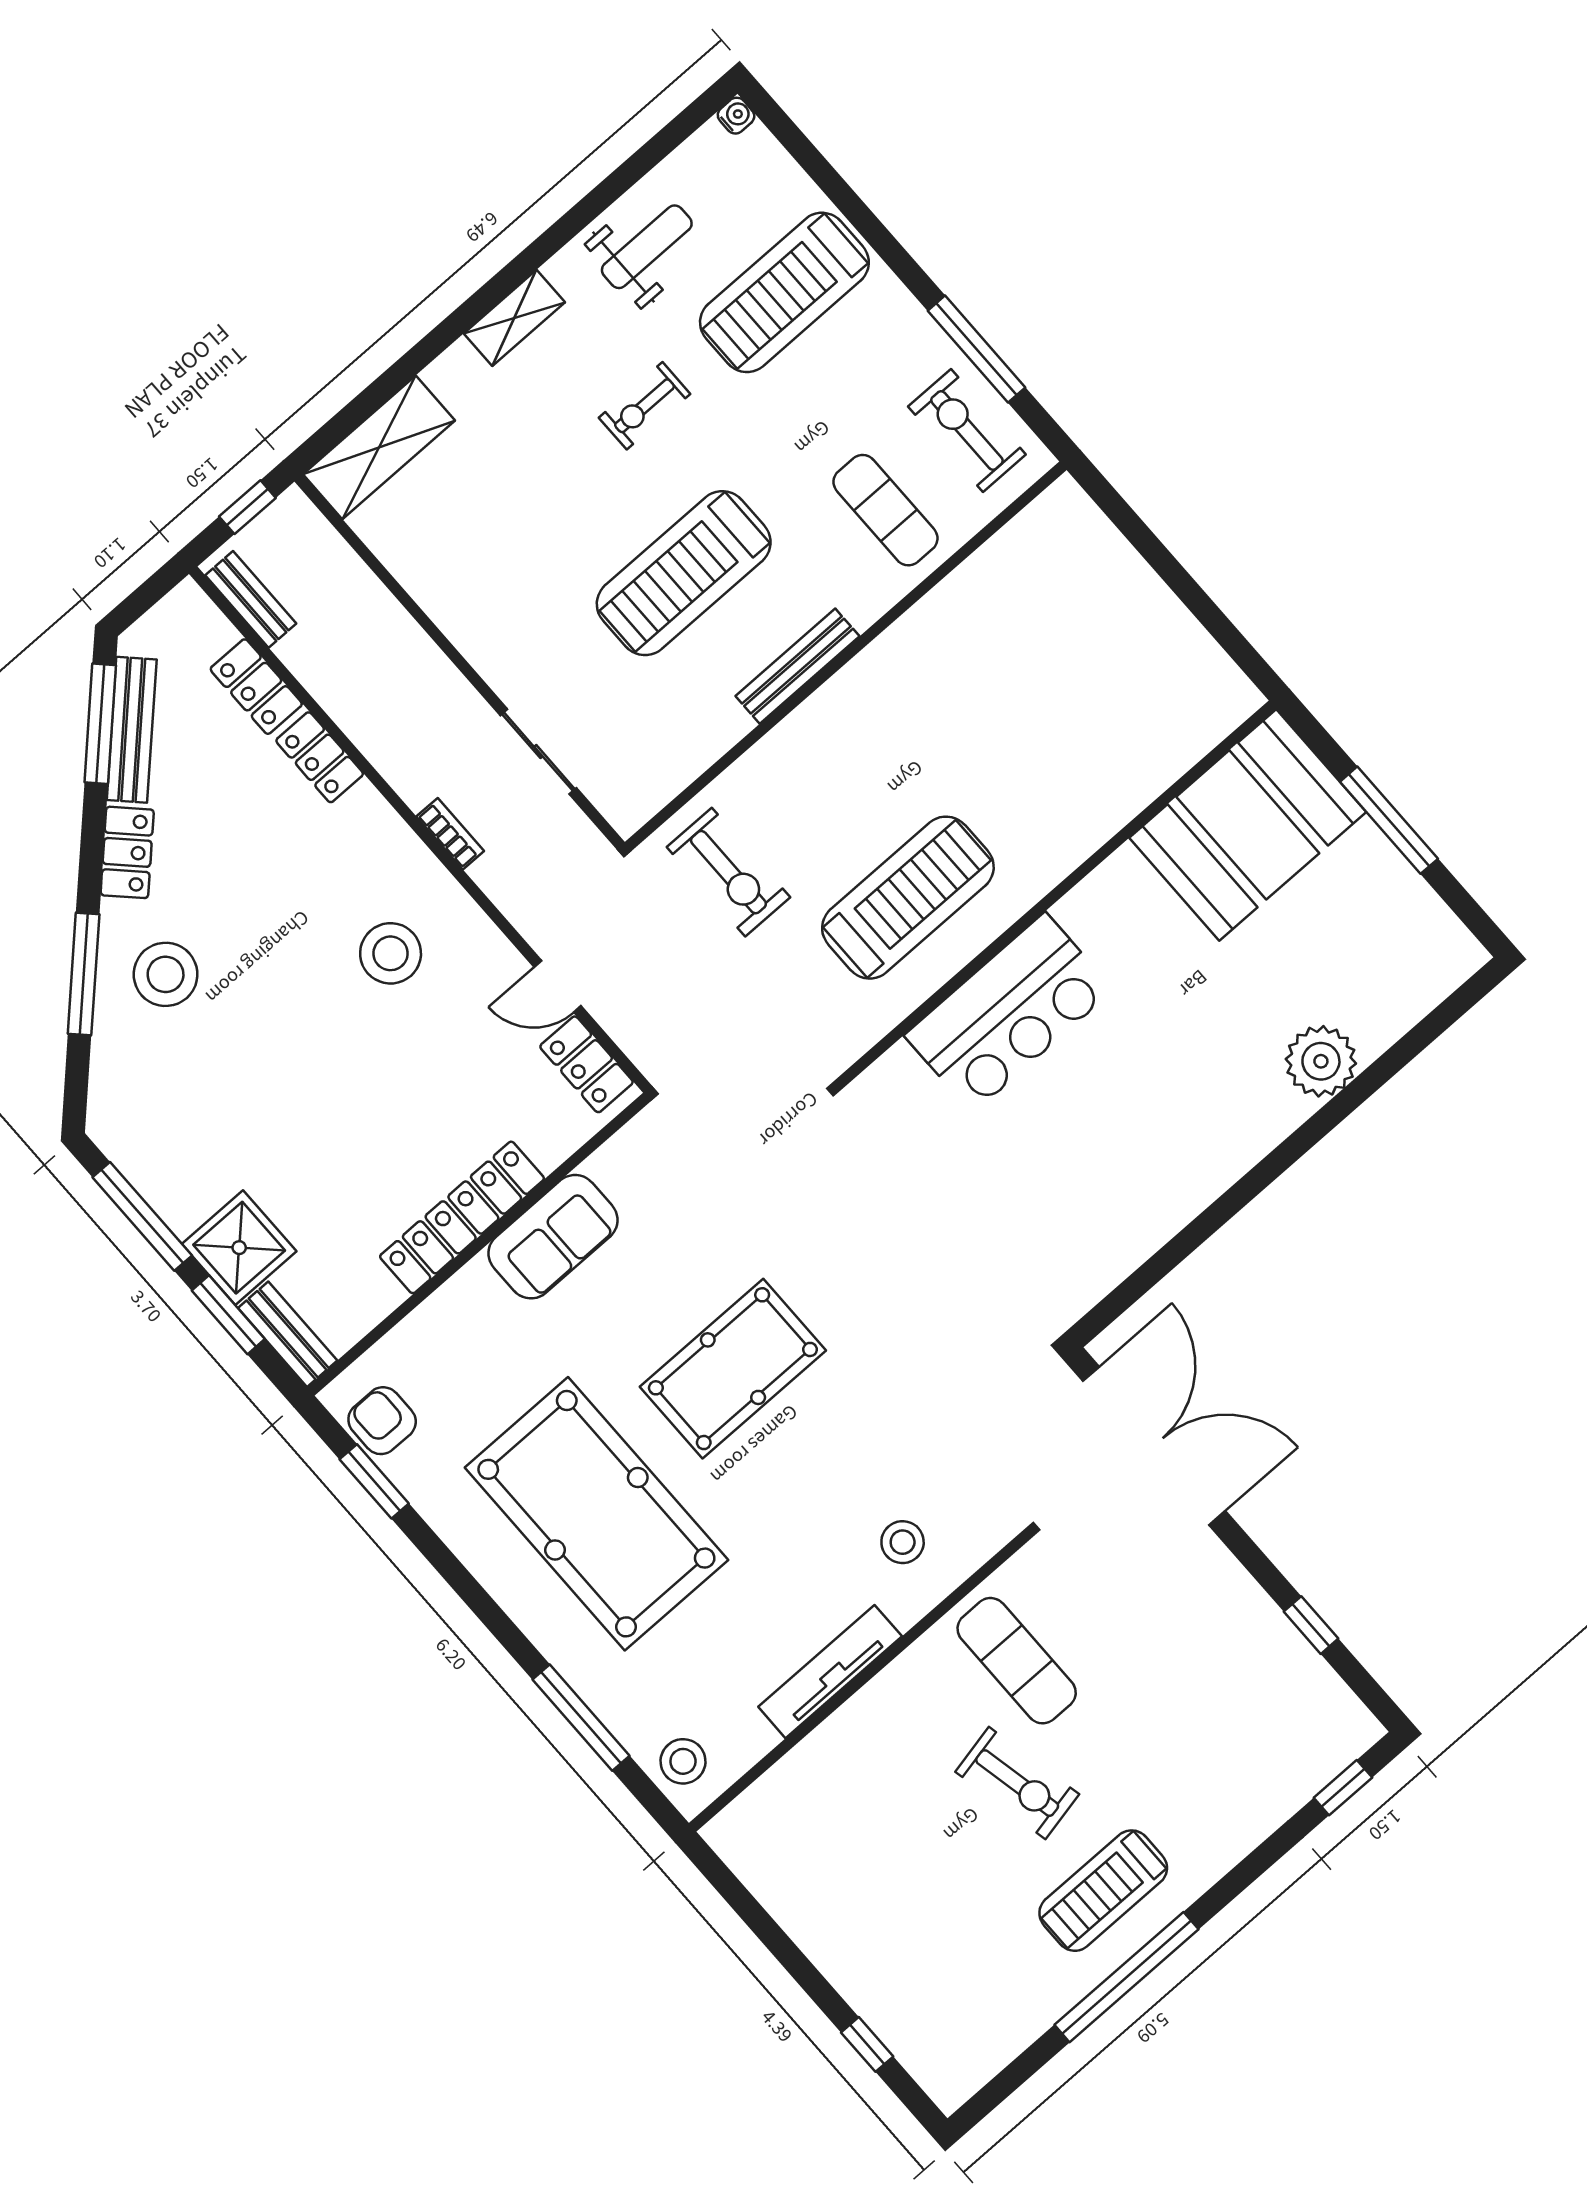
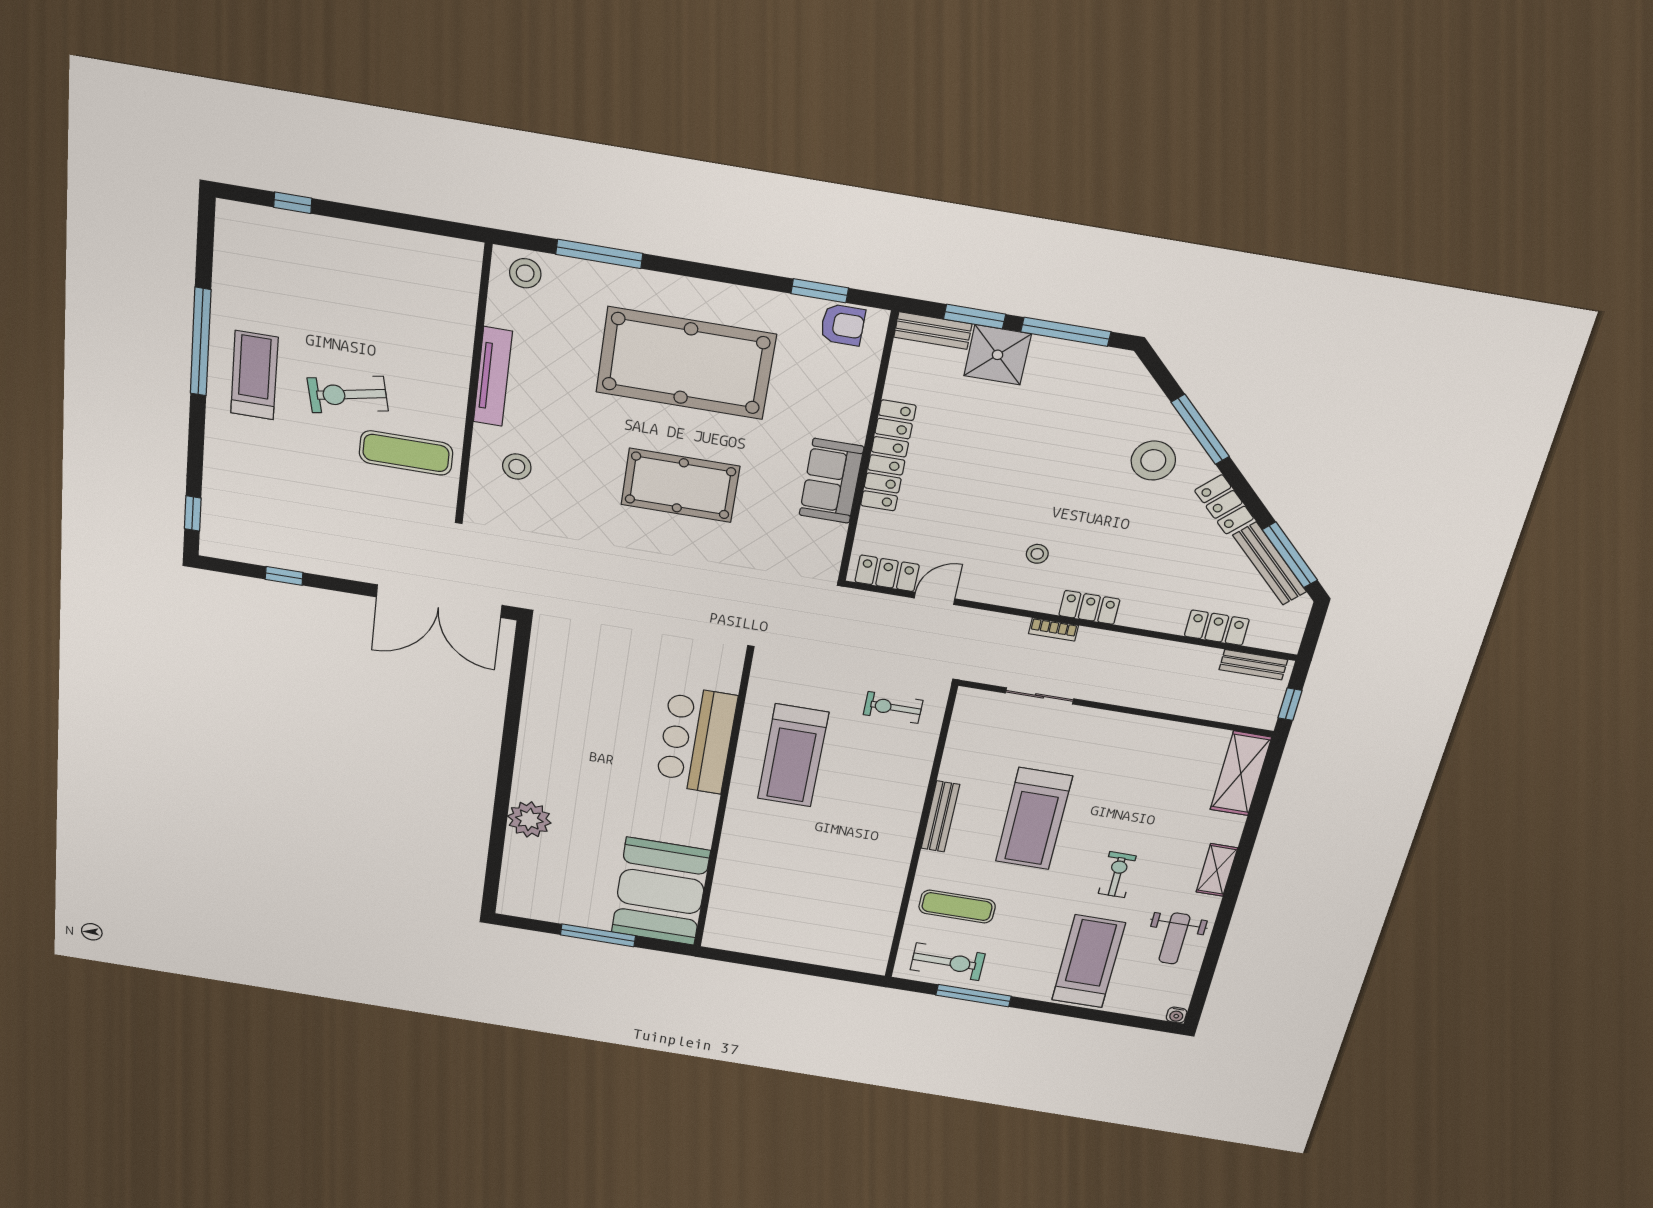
treadmill: (684, 573) -> (1034, 819), turned 180
locker: (320, 757) -> (1089, 607), moved
exercise bike: (728, 872) -> (893, 707), width x0.73, depth x0.72
stool: (391, 953) -> (1037, 554), width x0.53, depth x0.53
pool table: (733, 1369) -> (680, 485), turned 90

